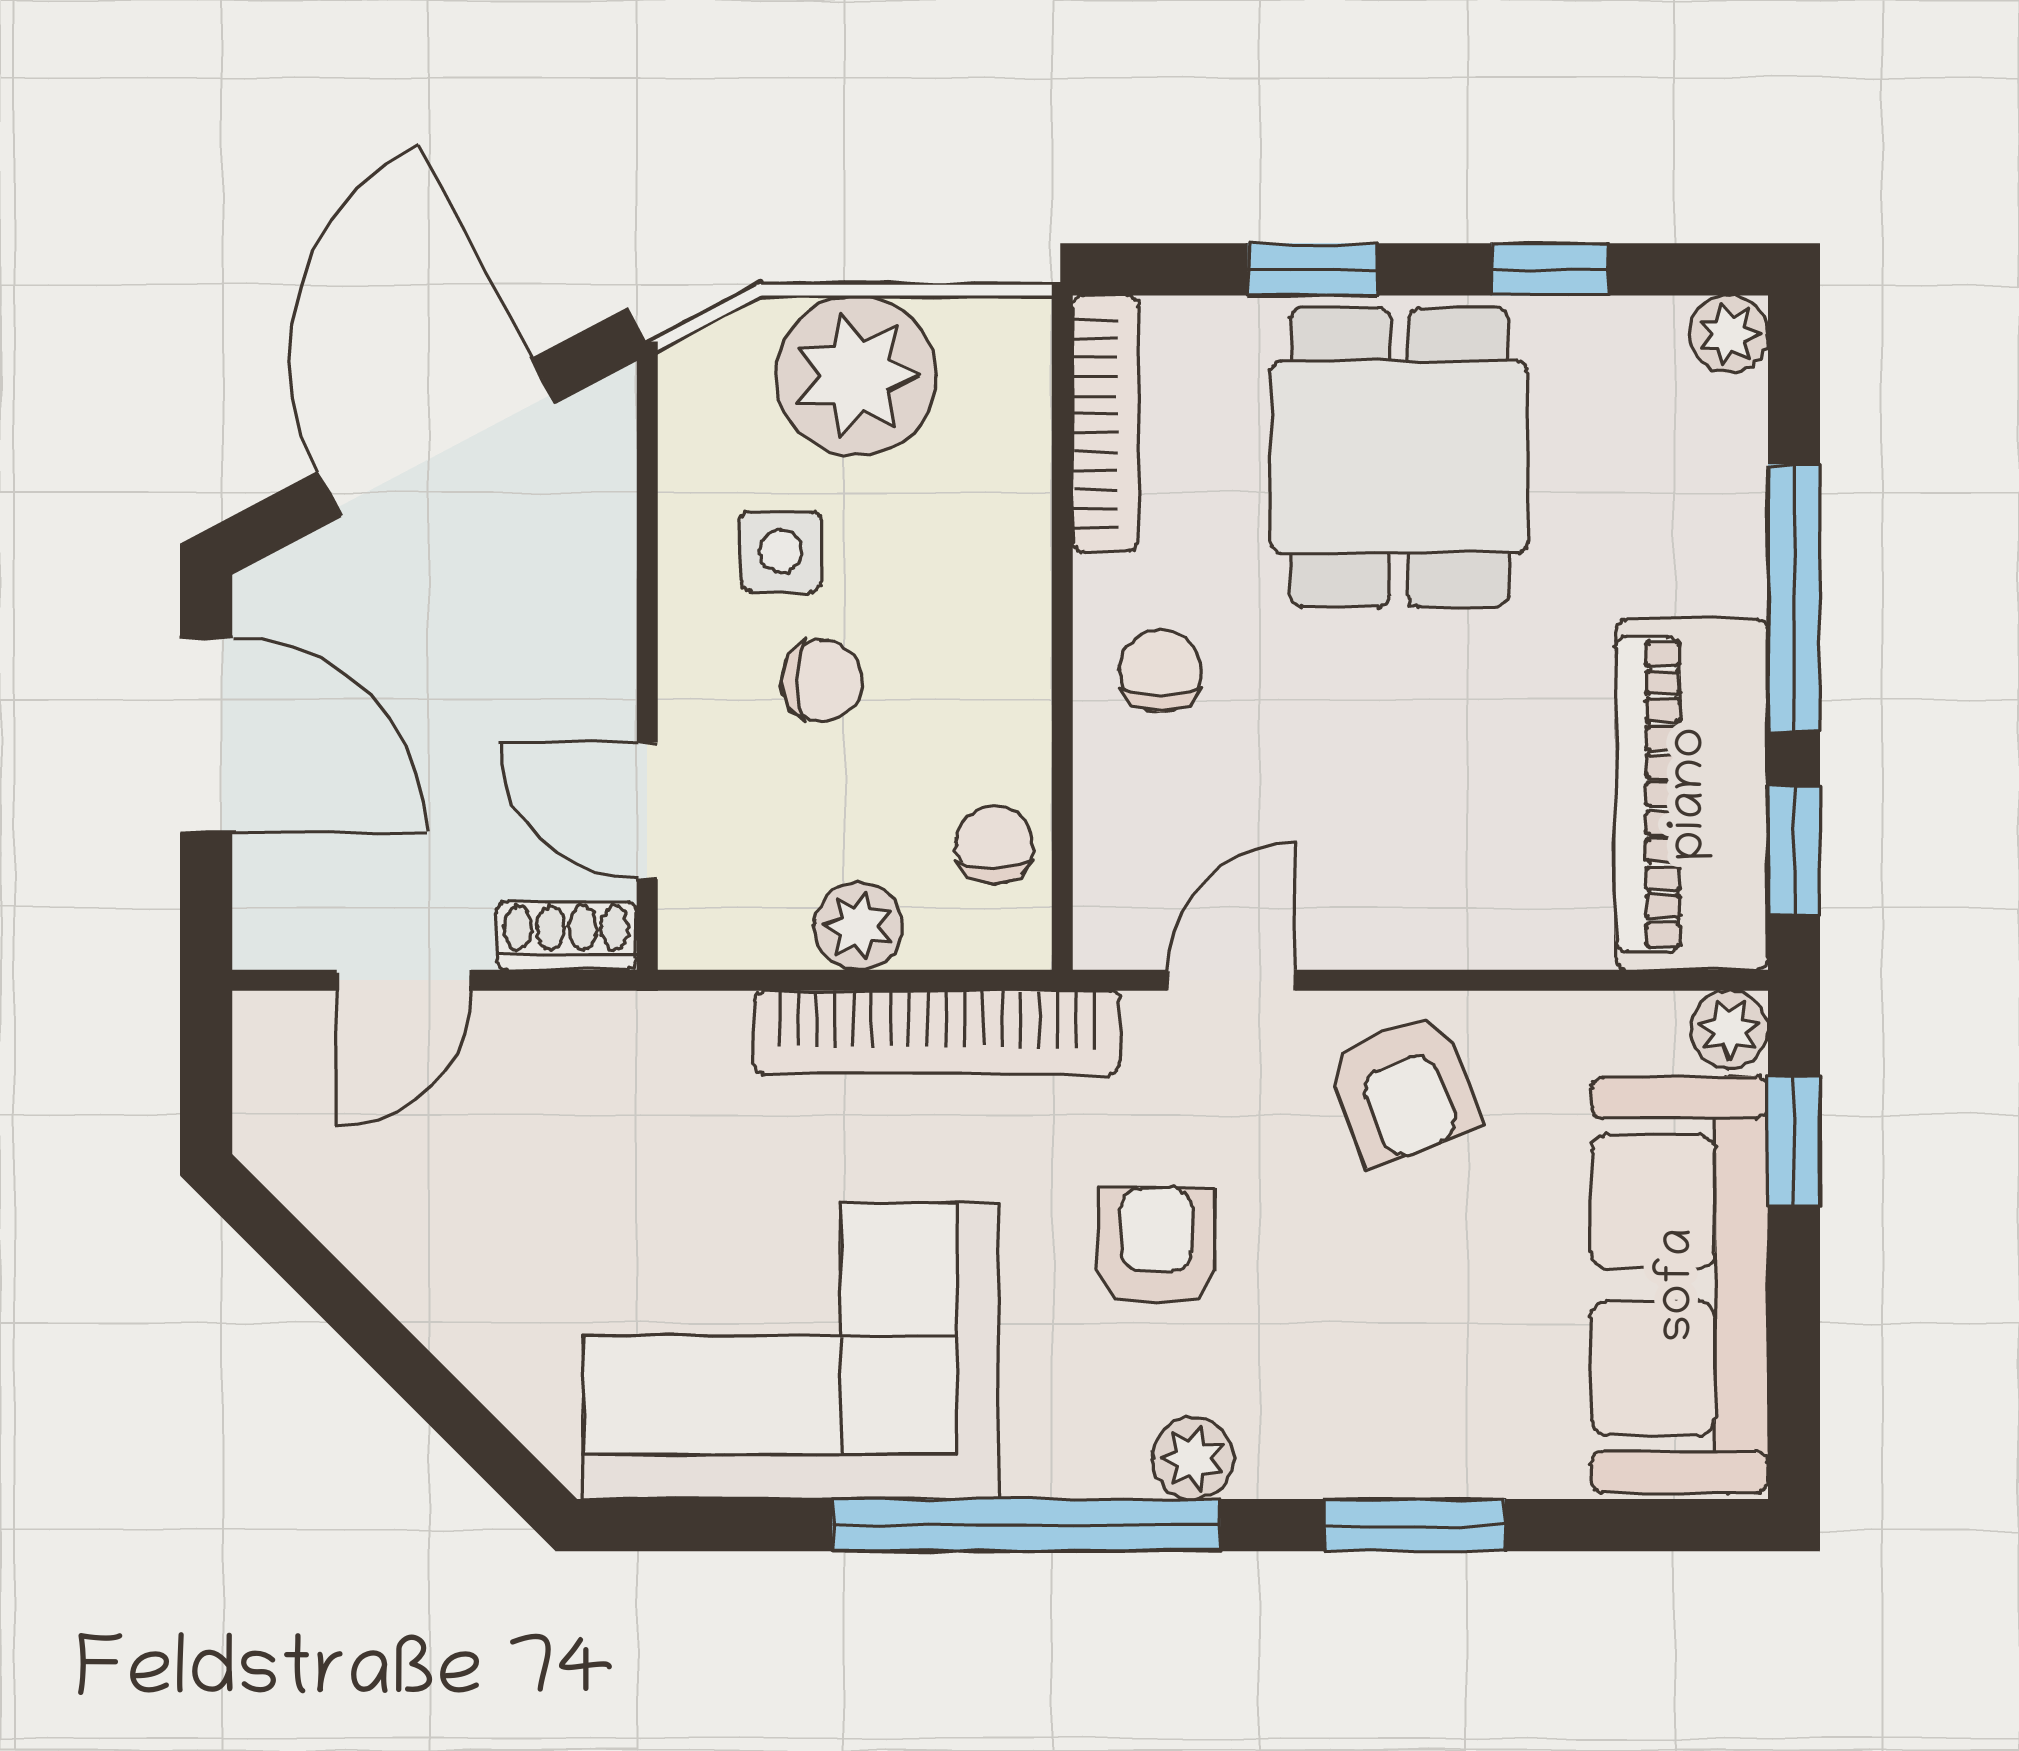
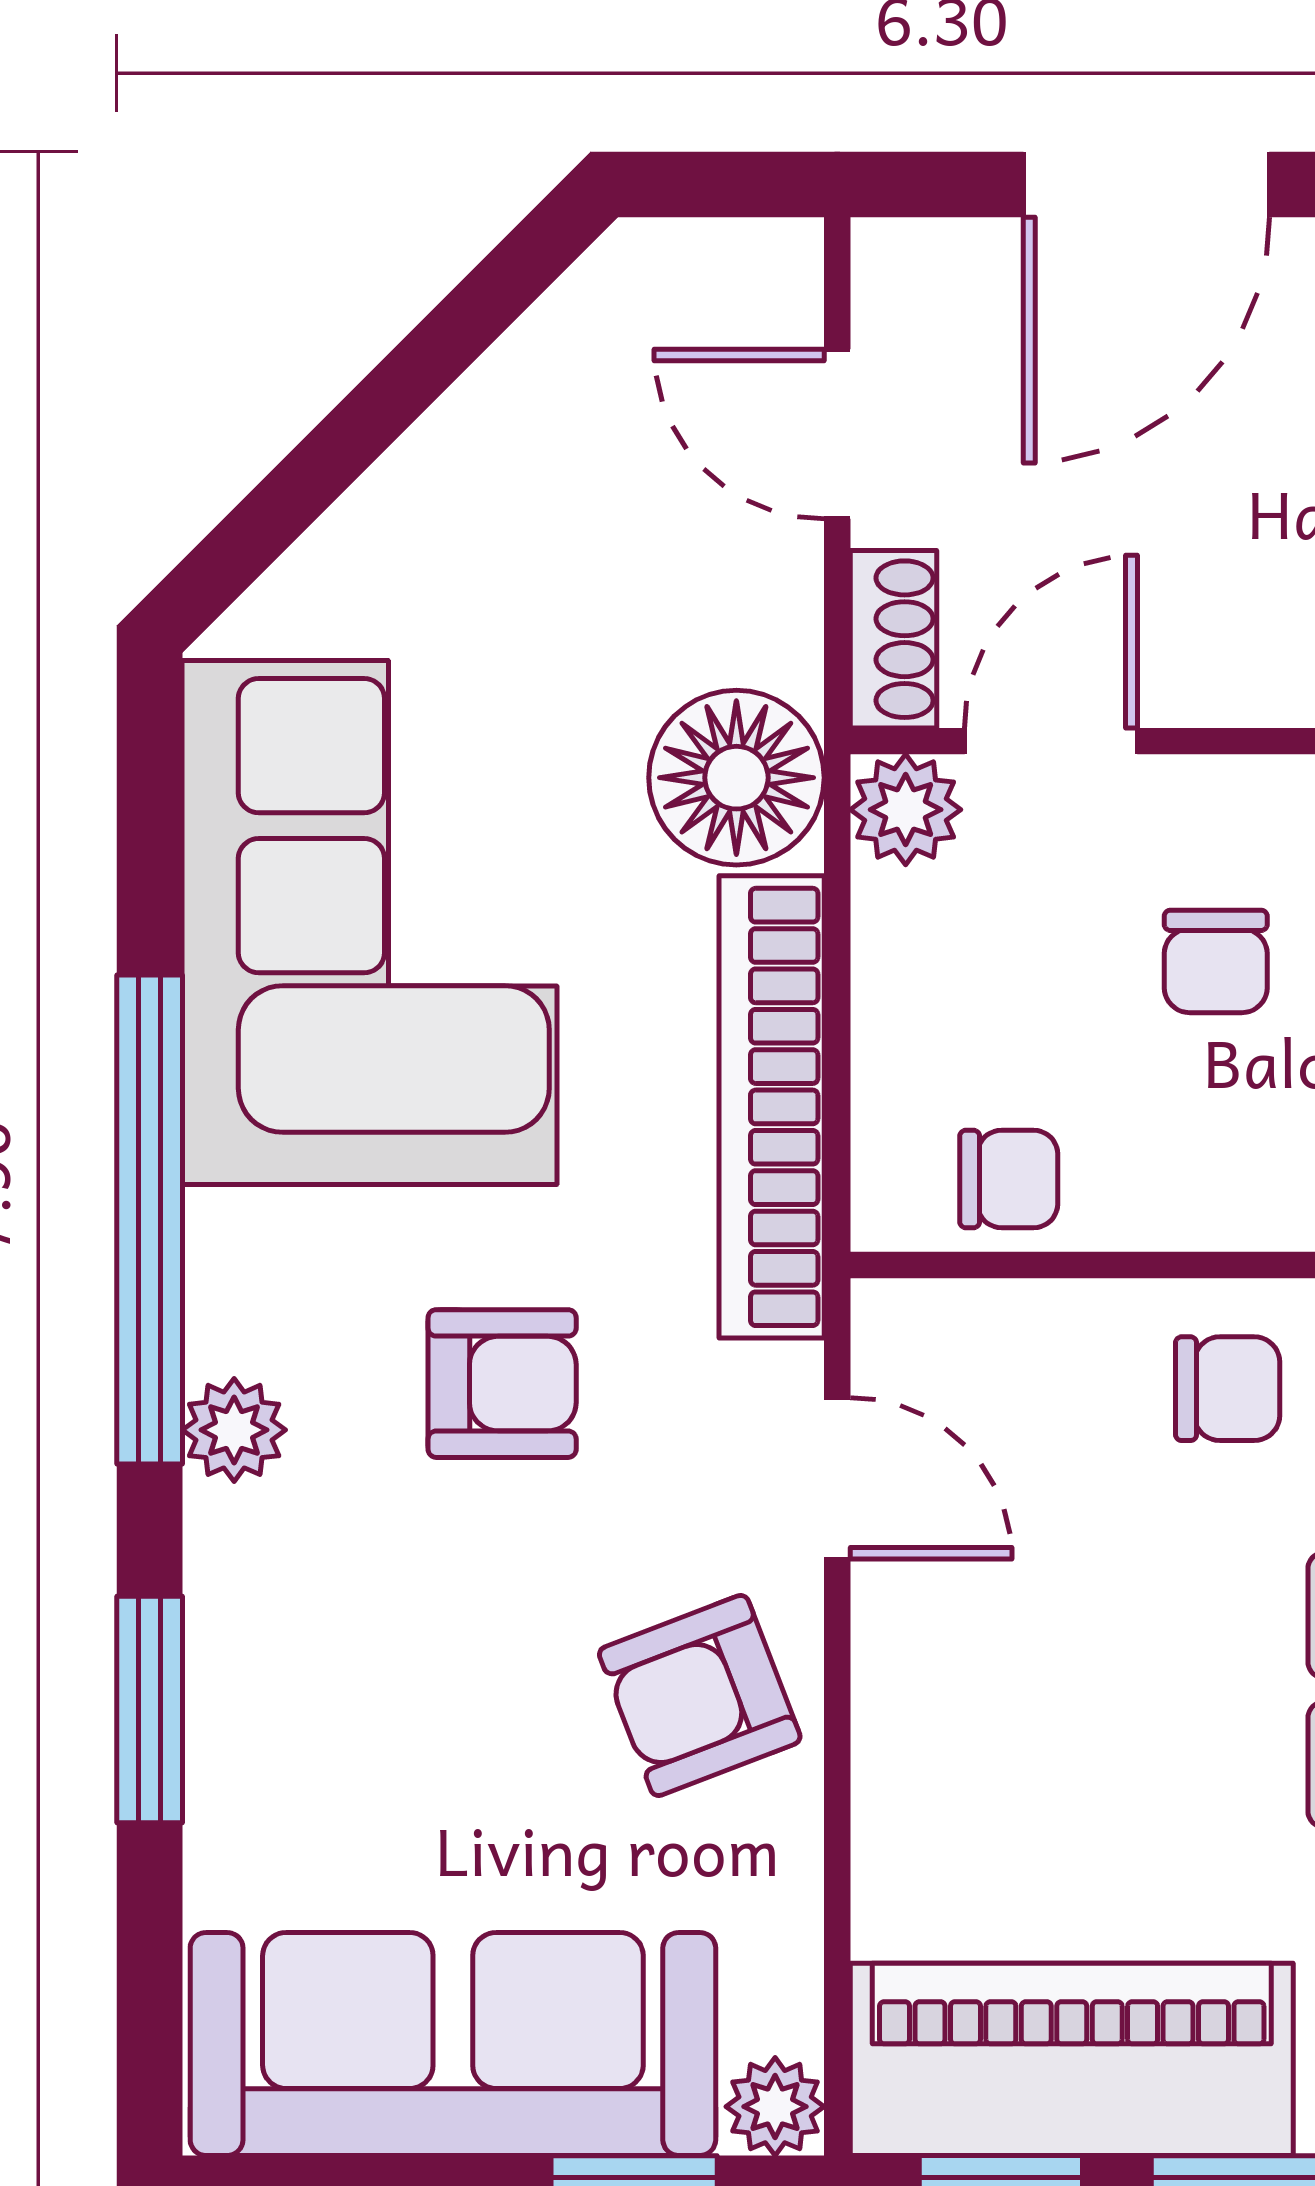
plant: (858, 926) -> (906, 810), moved
floor lamp: (676, 1060) -> (736, 778), added

